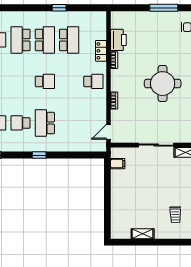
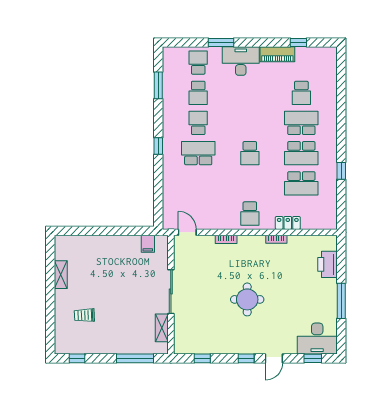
printer: (118, 40) -> (327, 264), moved, turned 90
round table: (163, 84) -> (247, 299), width x0.73, depth x0.73

